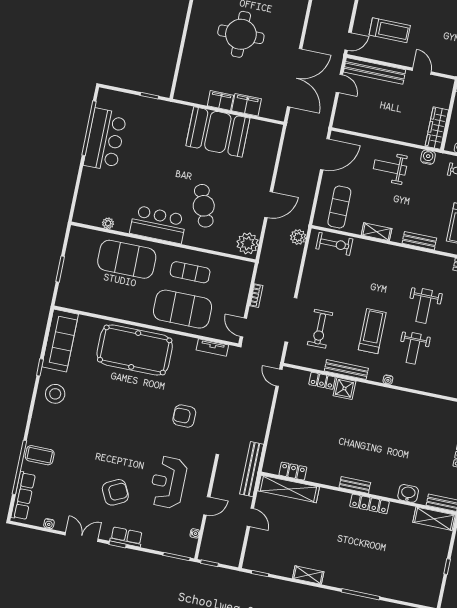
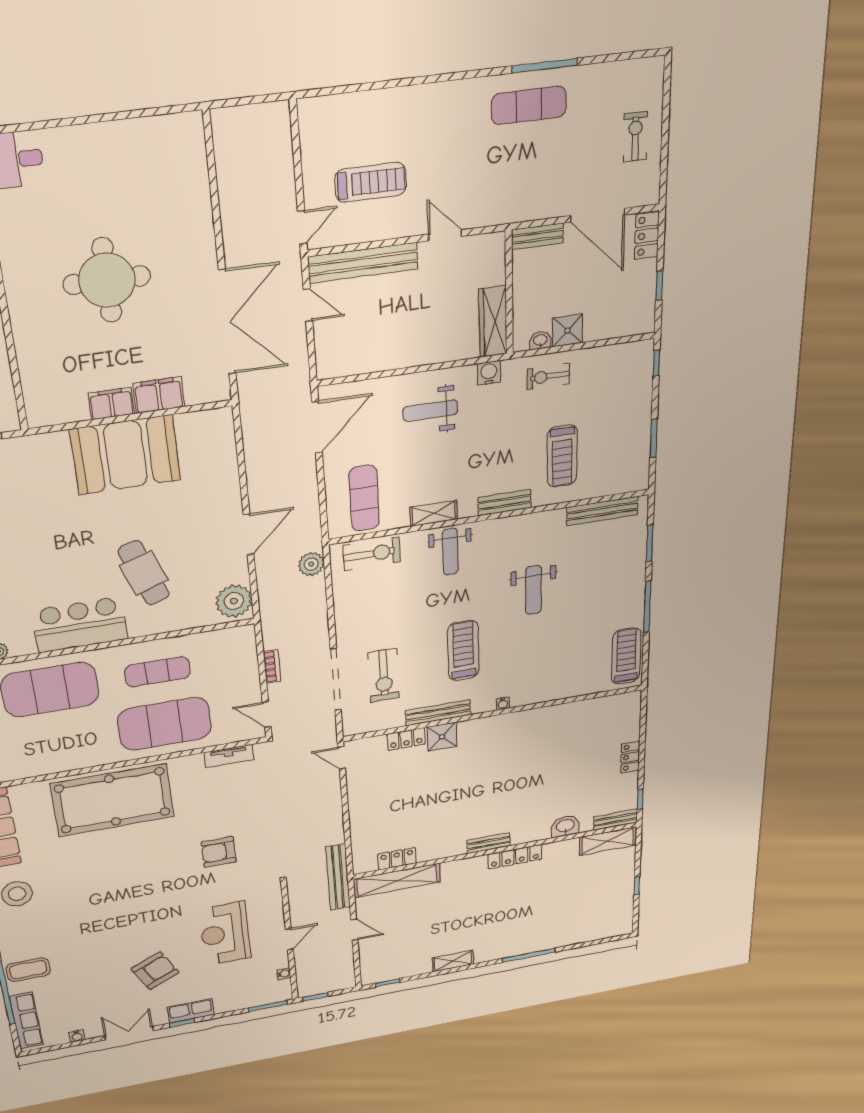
weight bench: (414, 348) -> (450, 552), moved

